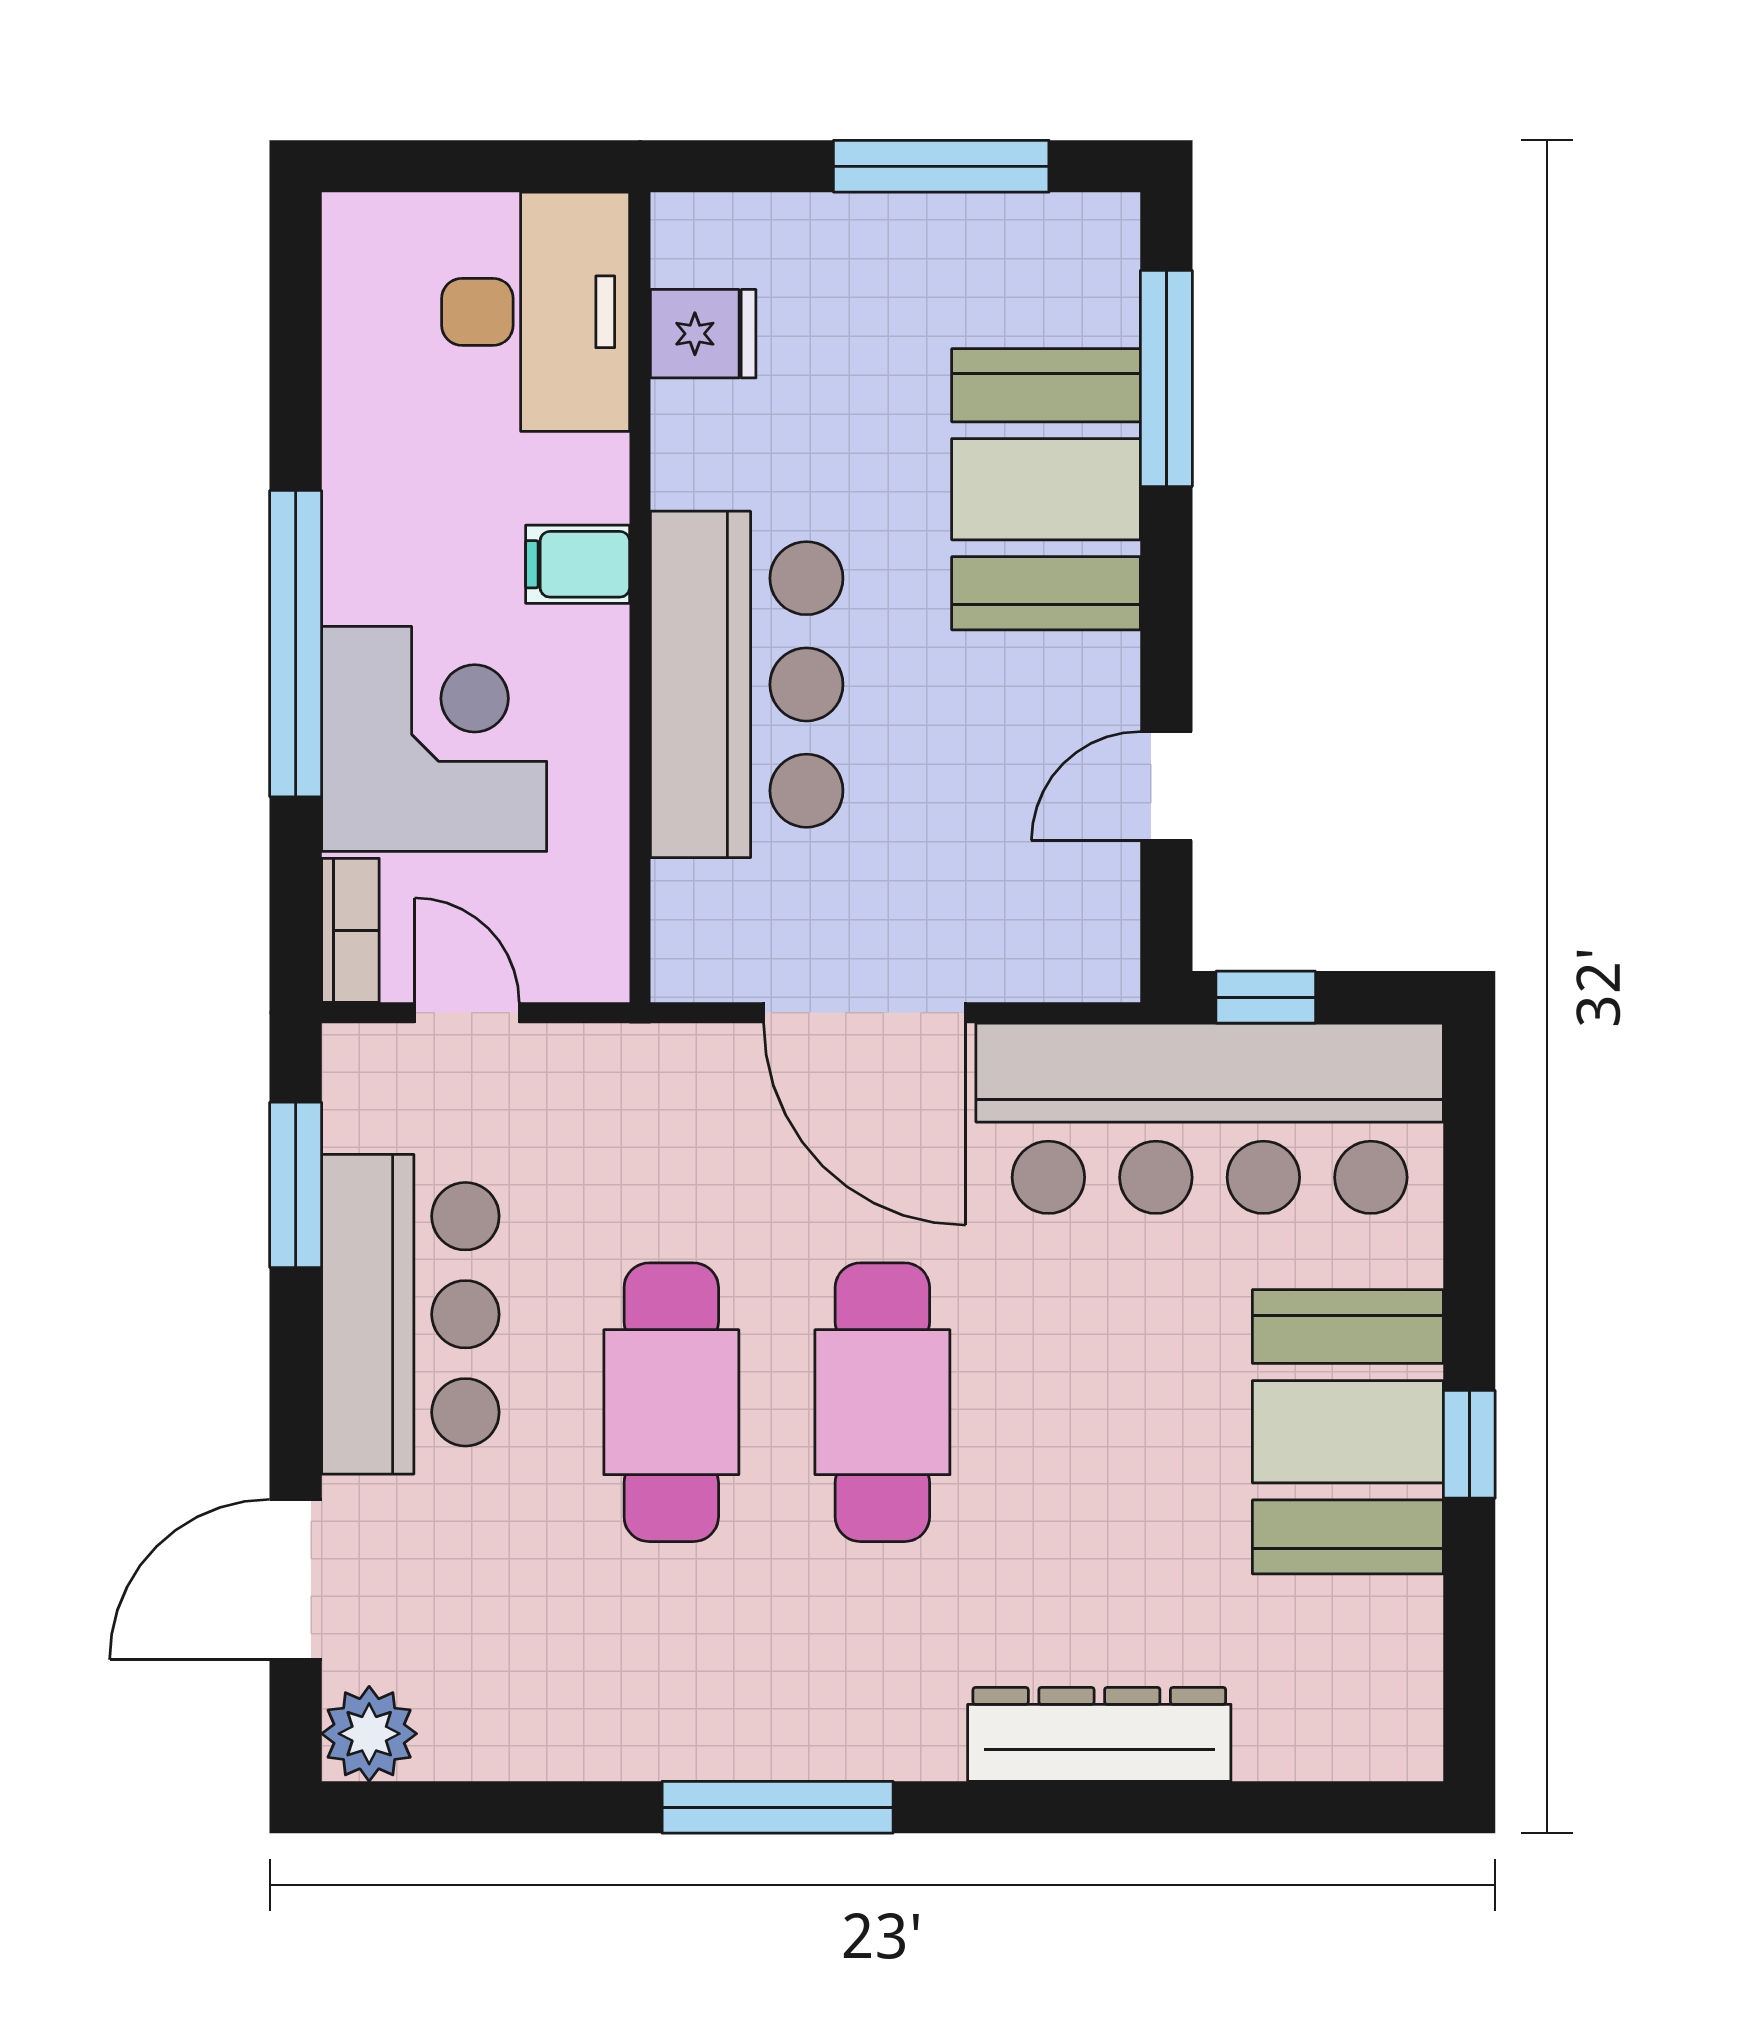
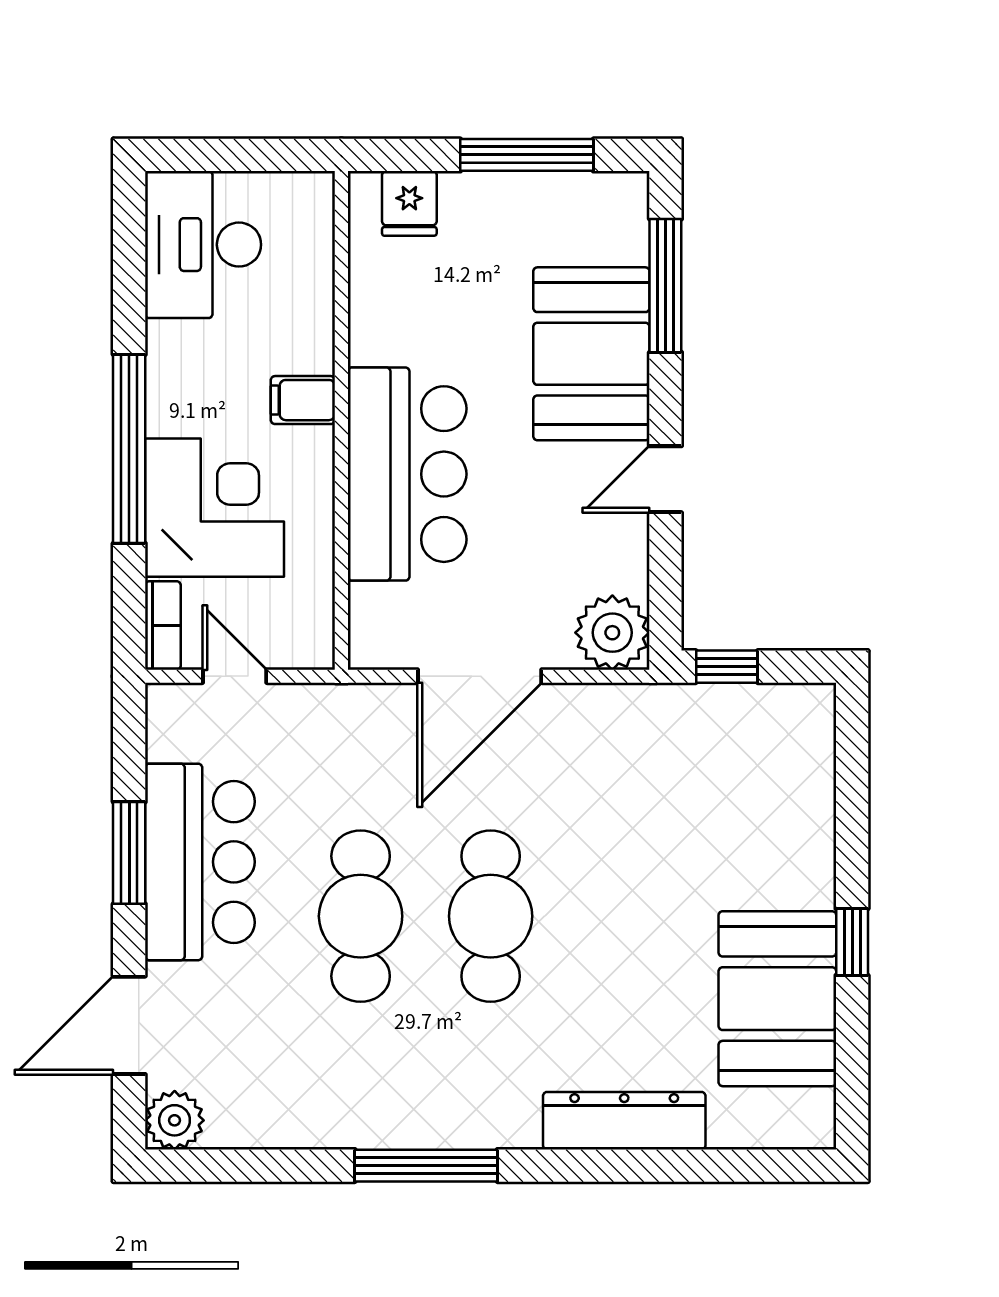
desk: (536, 312) -> (203, 245), moved, turned 180
fridge: (703, 334) -> (409, 203), moved, turned 90
door: (1166, 786) -> (665, 479), moved
plant: (1080, 942) -> (612, 633), added
door: (865, 1013) -> (480, 676), hinge flipped
bar counter: (1210, 1118) -> (692, 741), removed
window: (296, 1185) -> (129, 853), moved
booth: (1348, 1432) -> (777, 999), moved

